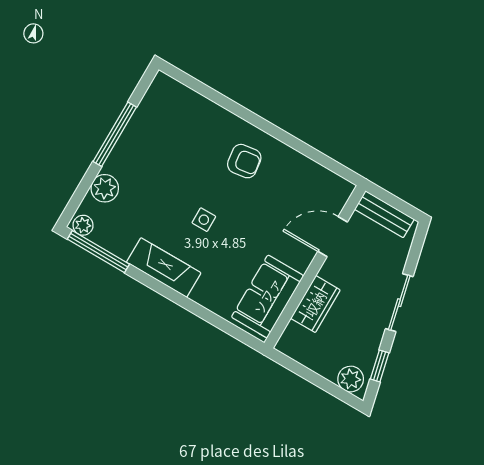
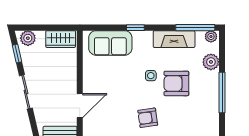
armchair: (173, 186) -> (176, 83), added
fireplace: (164, 268) -> (174, 39), moved
sofa: (267, 296) -> (110, 43), moved, turned 90
window: (185, 303) -> (135, 28), added
wardrobe: (315, 304) -> (61, 39), moved, turned -90

